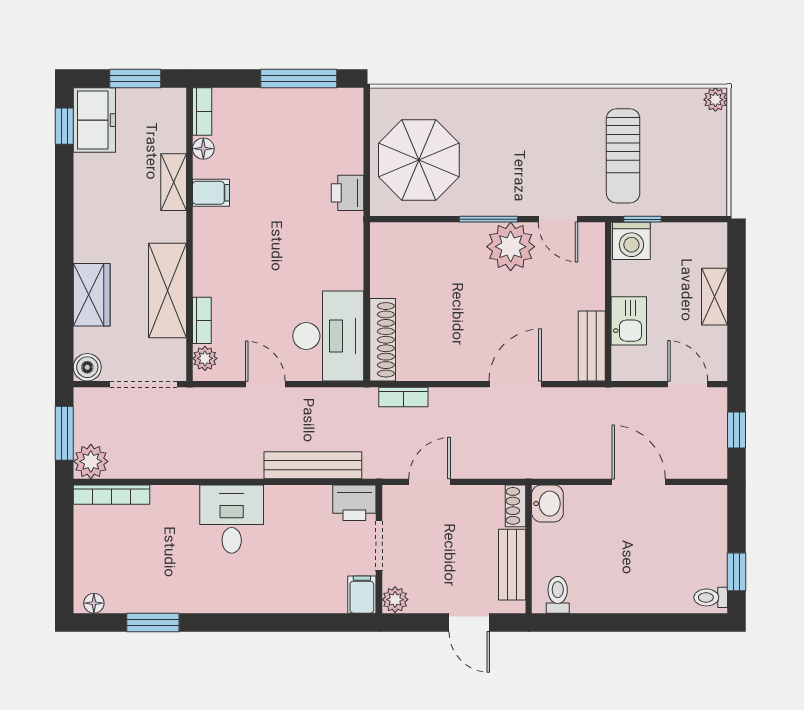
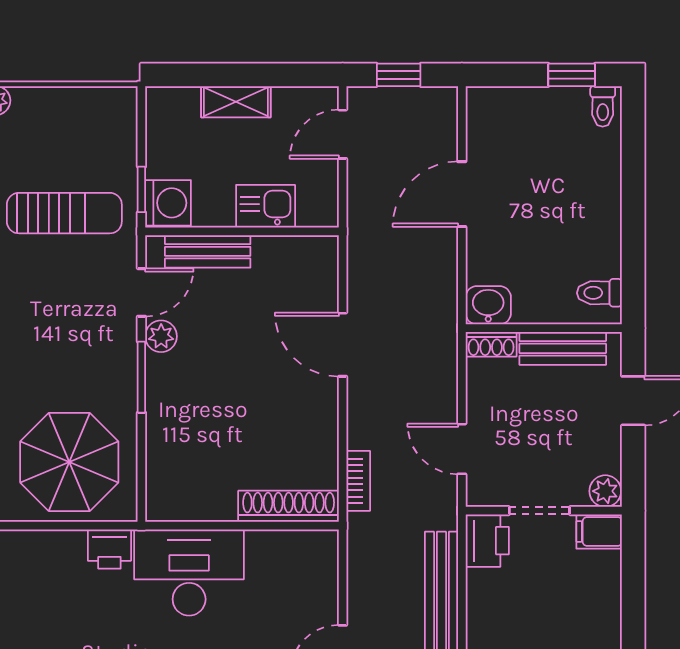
plant: (511, 247) -> (161, 336), width x0.53, depth x0.53
desk: (328, 336) -> (189, 572), moved
bench: (592, 346) -> (208, 251), moved

